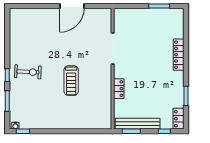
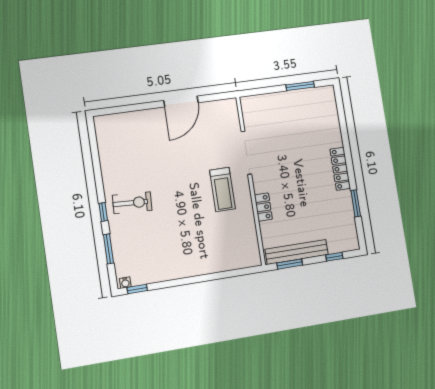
locker: (179, 55) -> (340, 169), moved
treadmill: (71, 81) -> (223, 189), moved
locker: (179, 119) -> (351, 236), removed

